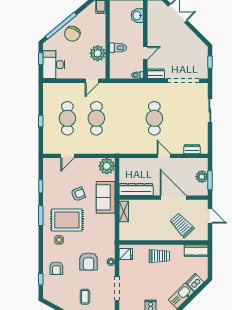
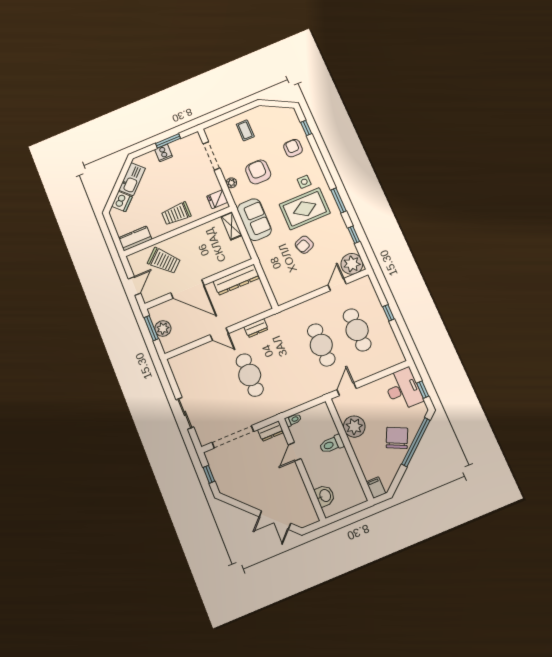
dresser: (192, 149) -> (256, 328), moved
plant: (107, 166) -> (352, 264), moved
sofa: (106, 197) -> (254, 220), moved
shelving: (124, 212) -> (231, 226), moved
door: (210, 216) -> (135, 286), swing flipped

